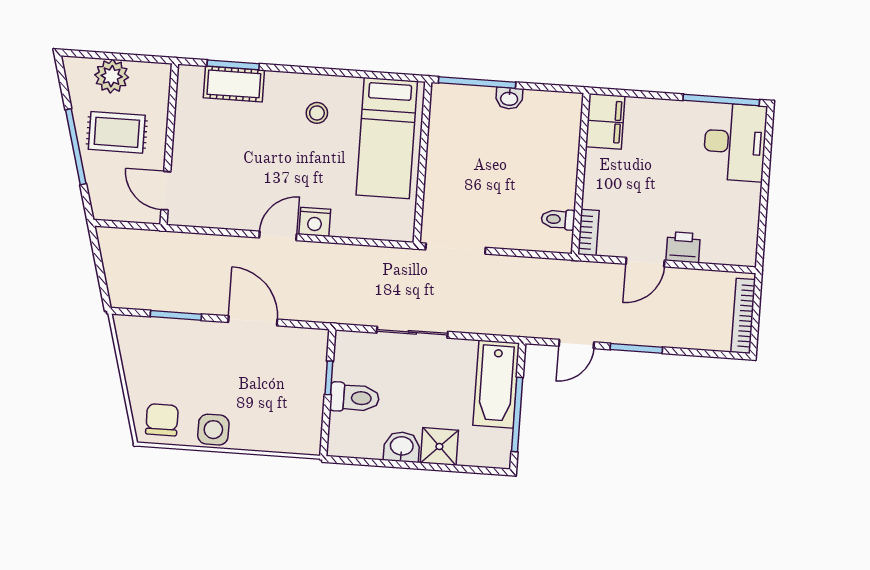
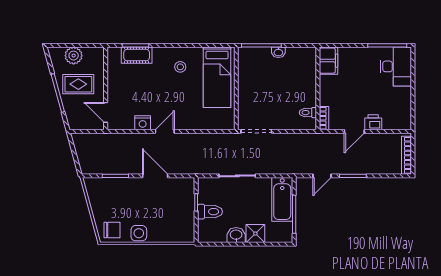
nightstand: (315, 222) -> (143, 123), moved
chair: (162, 420) -> (112, 230), turned 90

